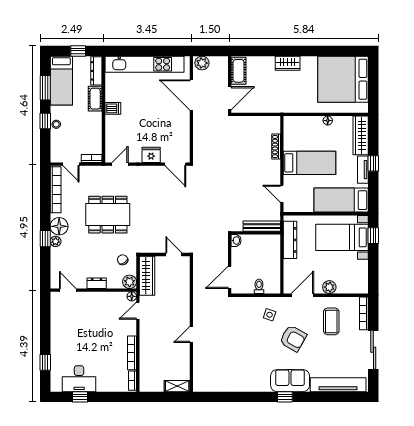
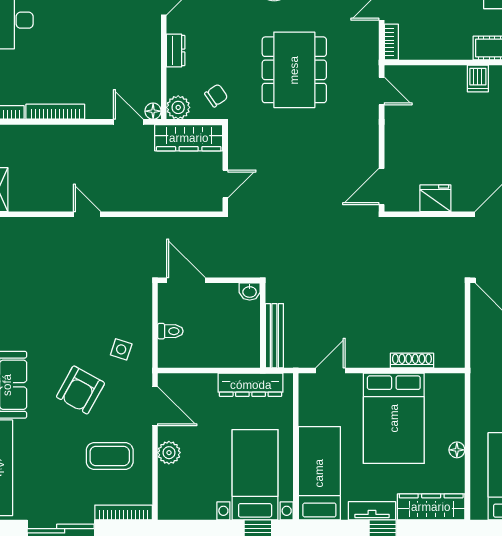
fridge: (151, 155) -> (435, 198), moved, turned -90
bed: (309, 163) -> (394, 418), width x1.50

